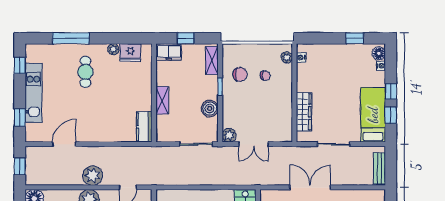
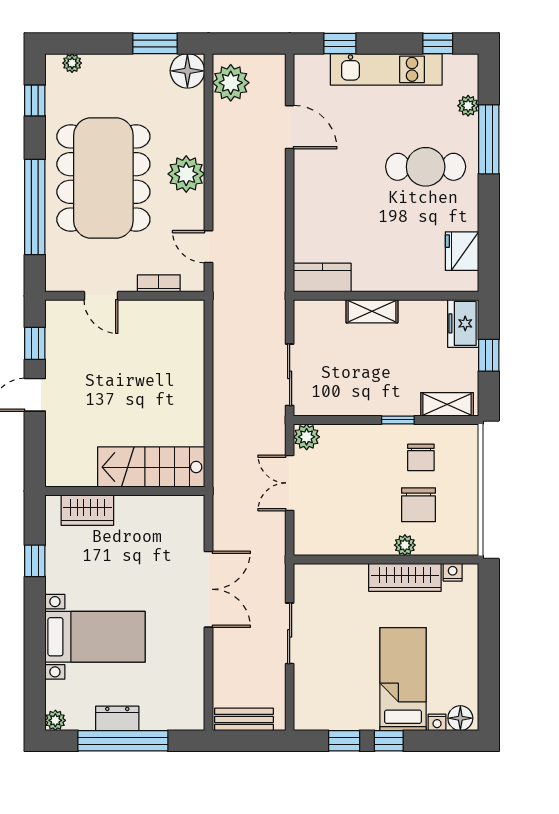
window: (355, 38) -> (489, 673), removed
plant: (113, 49) -> (468, 106), moved
plant: (287, 57) -> (405, 545), moved
cafe table: (85, 72) -> (426, 167), width x1.37, depth x1.35
chair: (265, 76) -> (418, 505), width x1.87, depth x1.87
boiler: (210, 109) -> (357, 400), removed
wardrobe: (304, 112) -> (405, 577), moved
bed: (373, 115) -> (403, 679), moved, turned -90
window: (20, 166) -> (248, 43), removed
plant: (93, 176) -> (231, 83), moved

